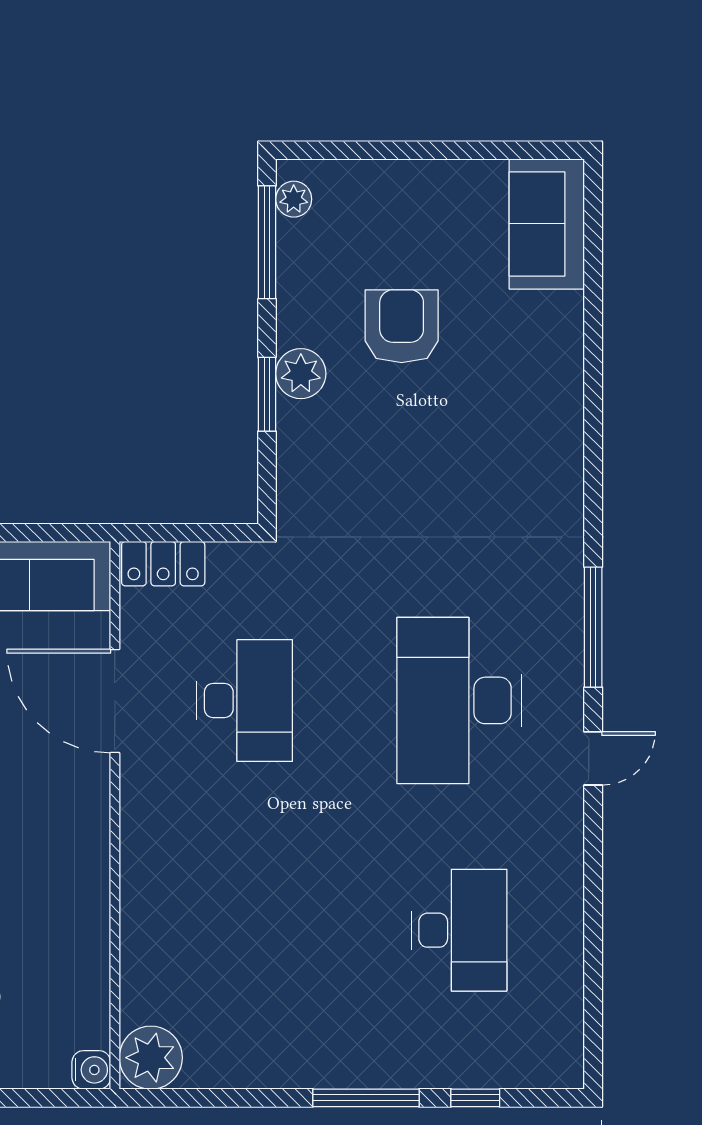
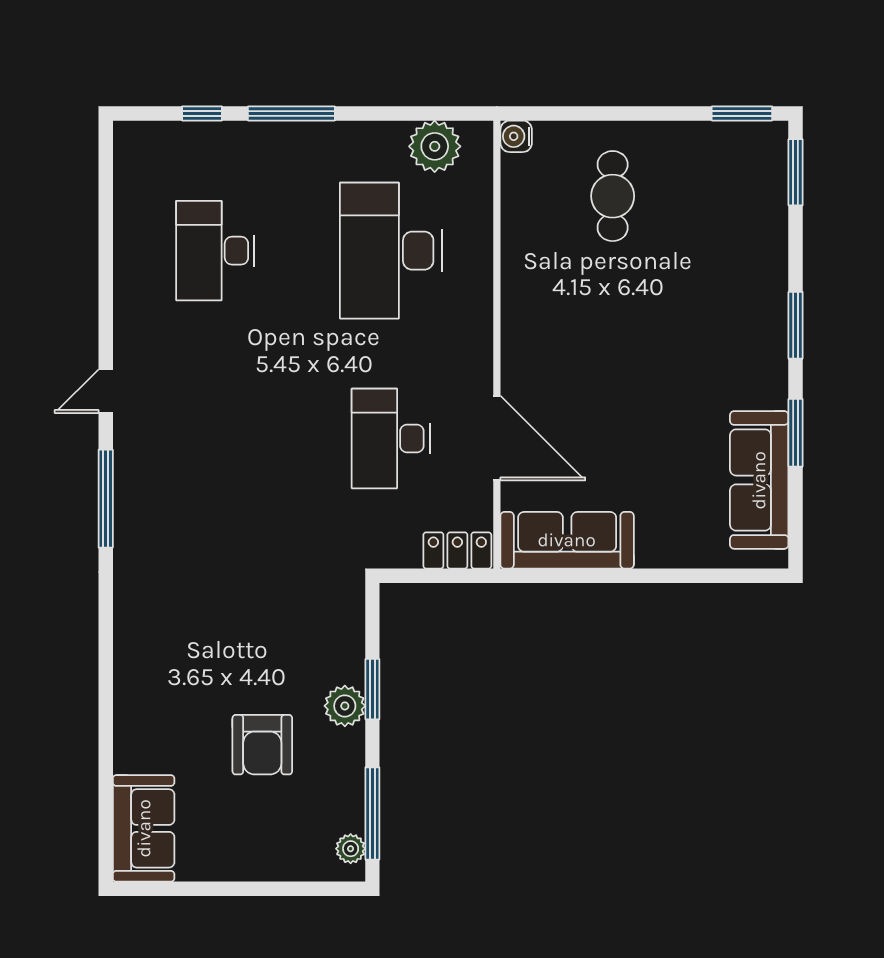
desk: (459, 700) -> (391, 251), moved, turned 180
plant: (151, 1058) -> (435, 146), moved

